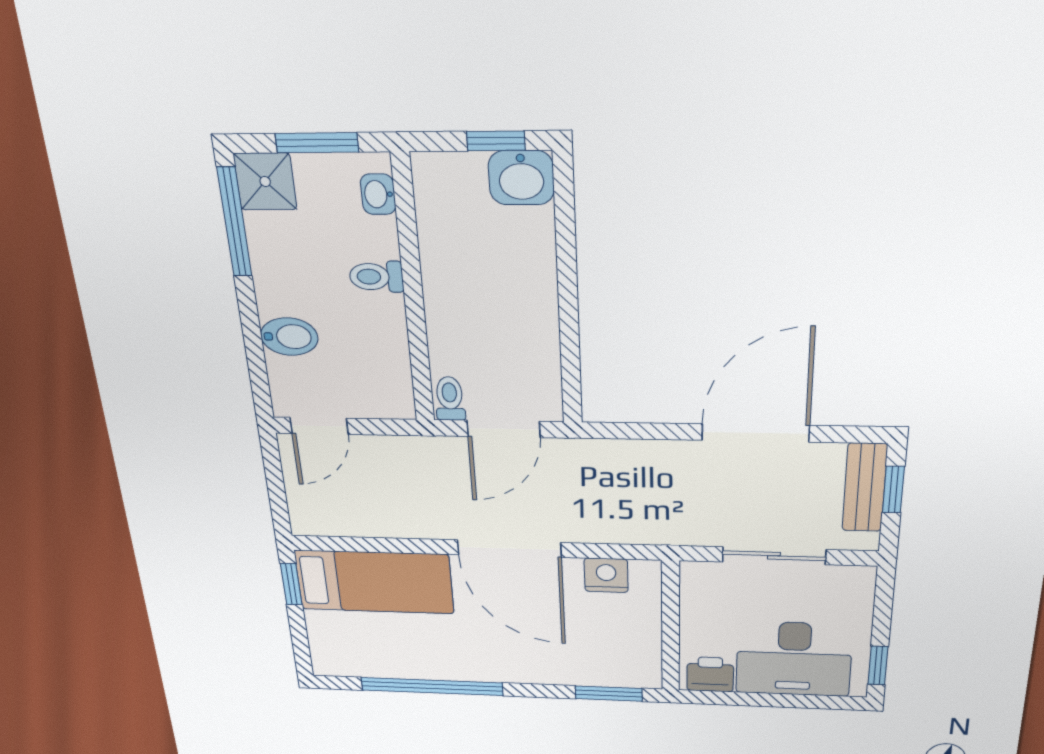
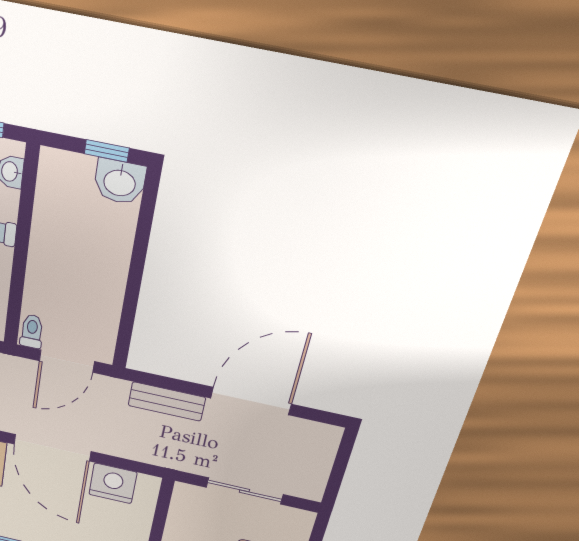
bench: (865, 488) -> (167, 401), moved, turned 90
window: (893, 489) -> (341, 461), removed
nightstand: (606, 575) -> (113, 483), width x1.36, depth x1.33

